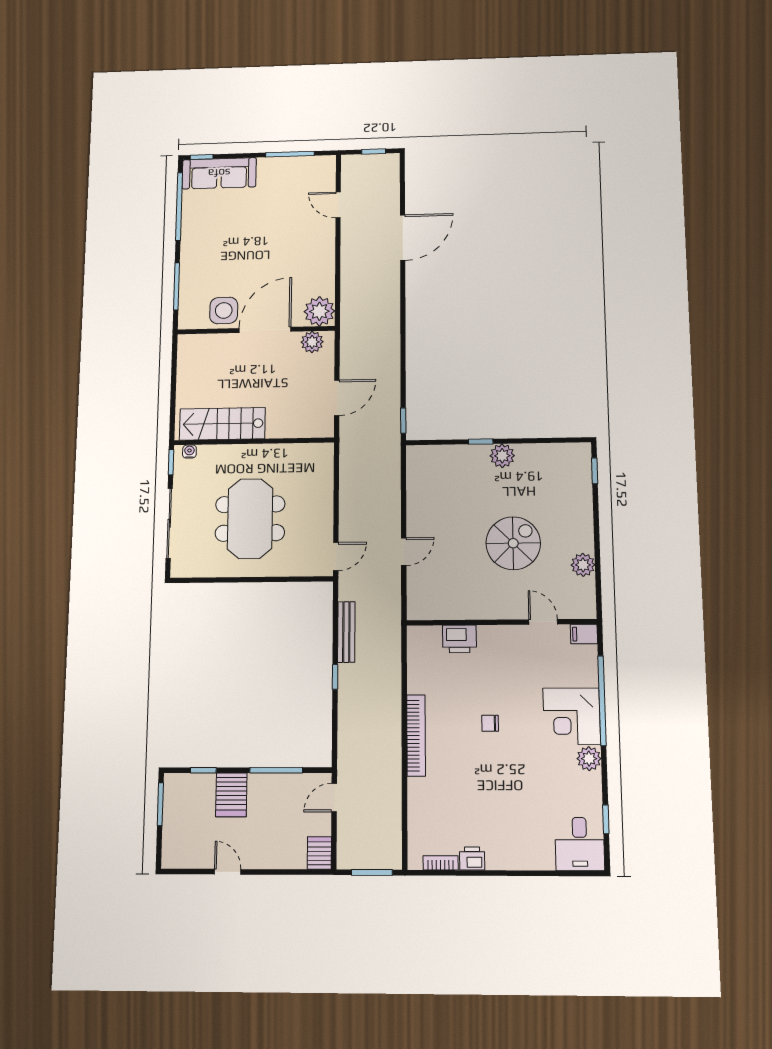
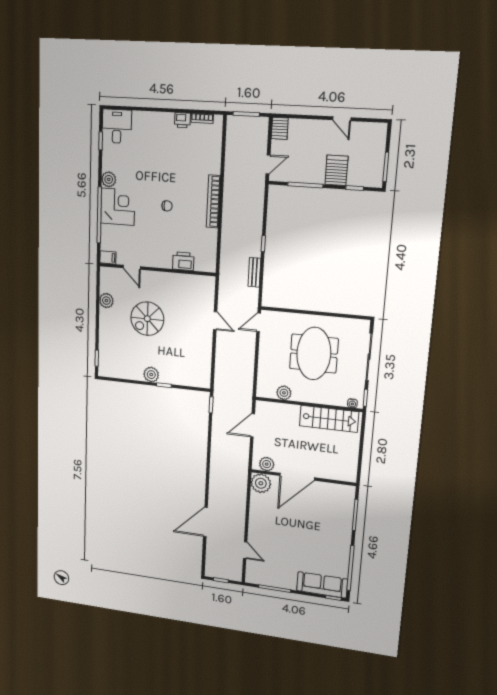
side table: (224, 310) -> (324, 494), removed
plant: (292, 454) -> (284, 393), added
door: (404, 552) -> (215, 321), swing flipped
bench: (346, 632) -> (254, 272), width x0.73

